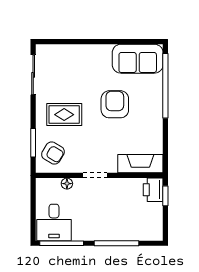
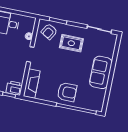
sofa: (138, 59) -> (101, 72), moved
armchair: (115, 104) -> (67, 92), moved
rug: (64, 115) -> (71, 43), turned 90

